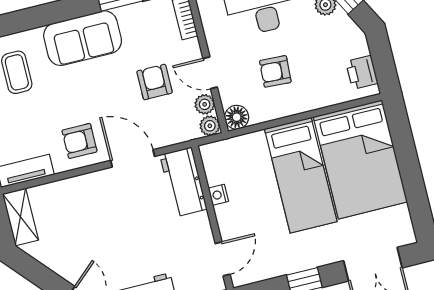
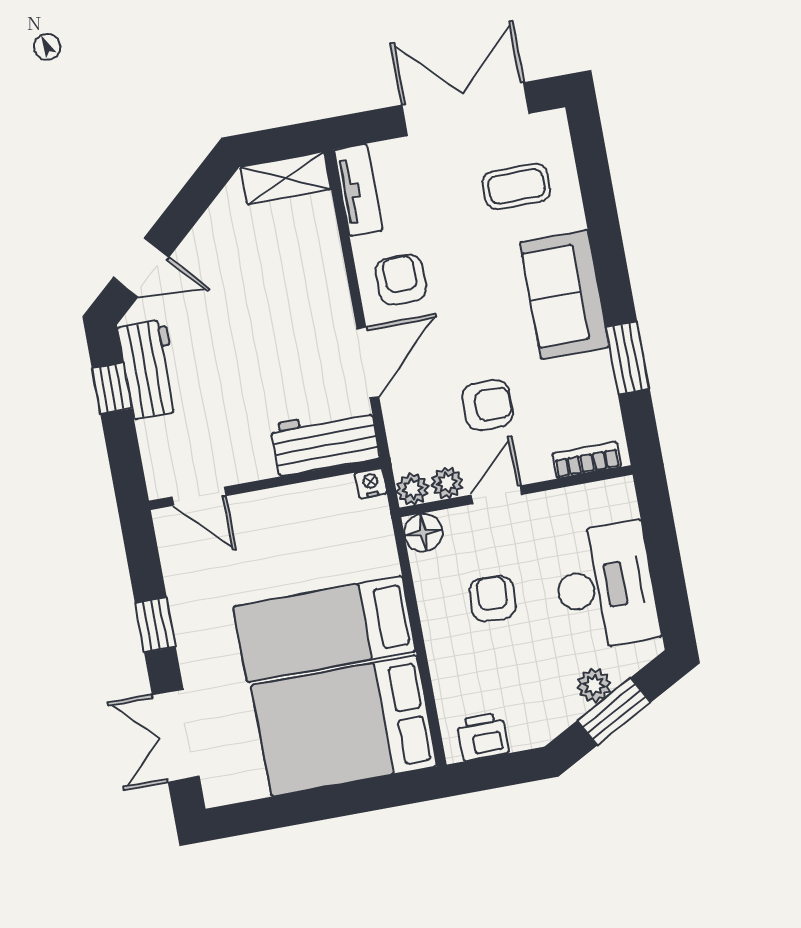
nightstand: (218, 195) -> (371, 483), moved

